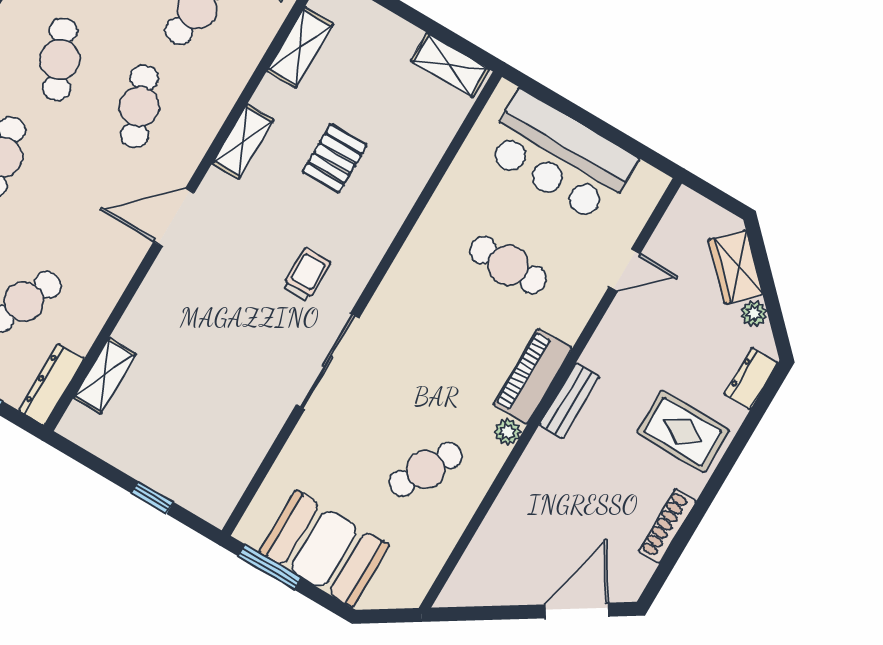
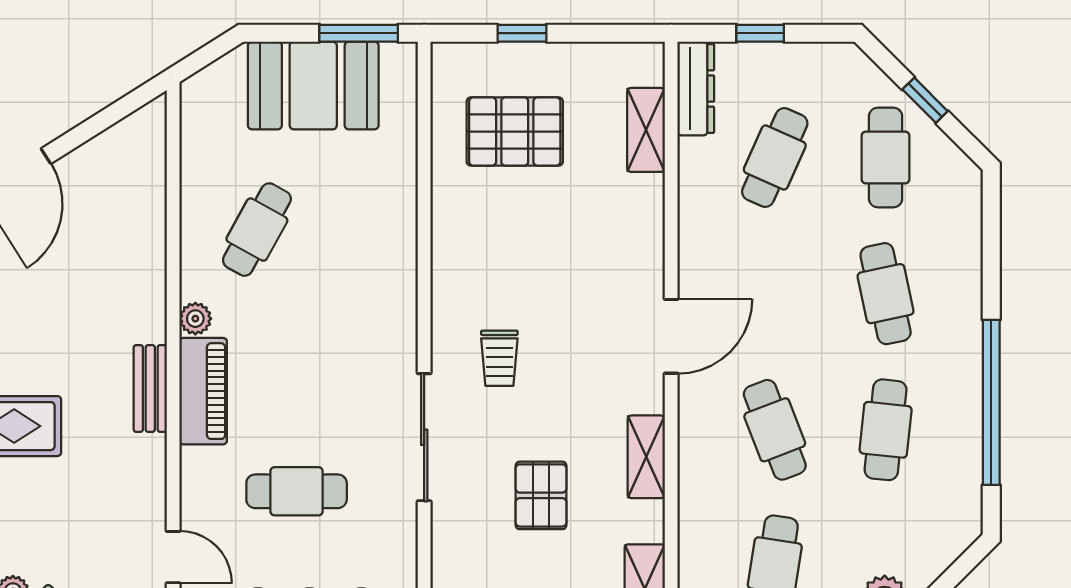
cafe table: (60, 59) -> (886, 430), turned 30
door: (624, 270) -> (173, 557), swing flipped
sliding door: (328, 361) -> (424, 437), moved
pallet: (199, 430) -> (515, 132), added

